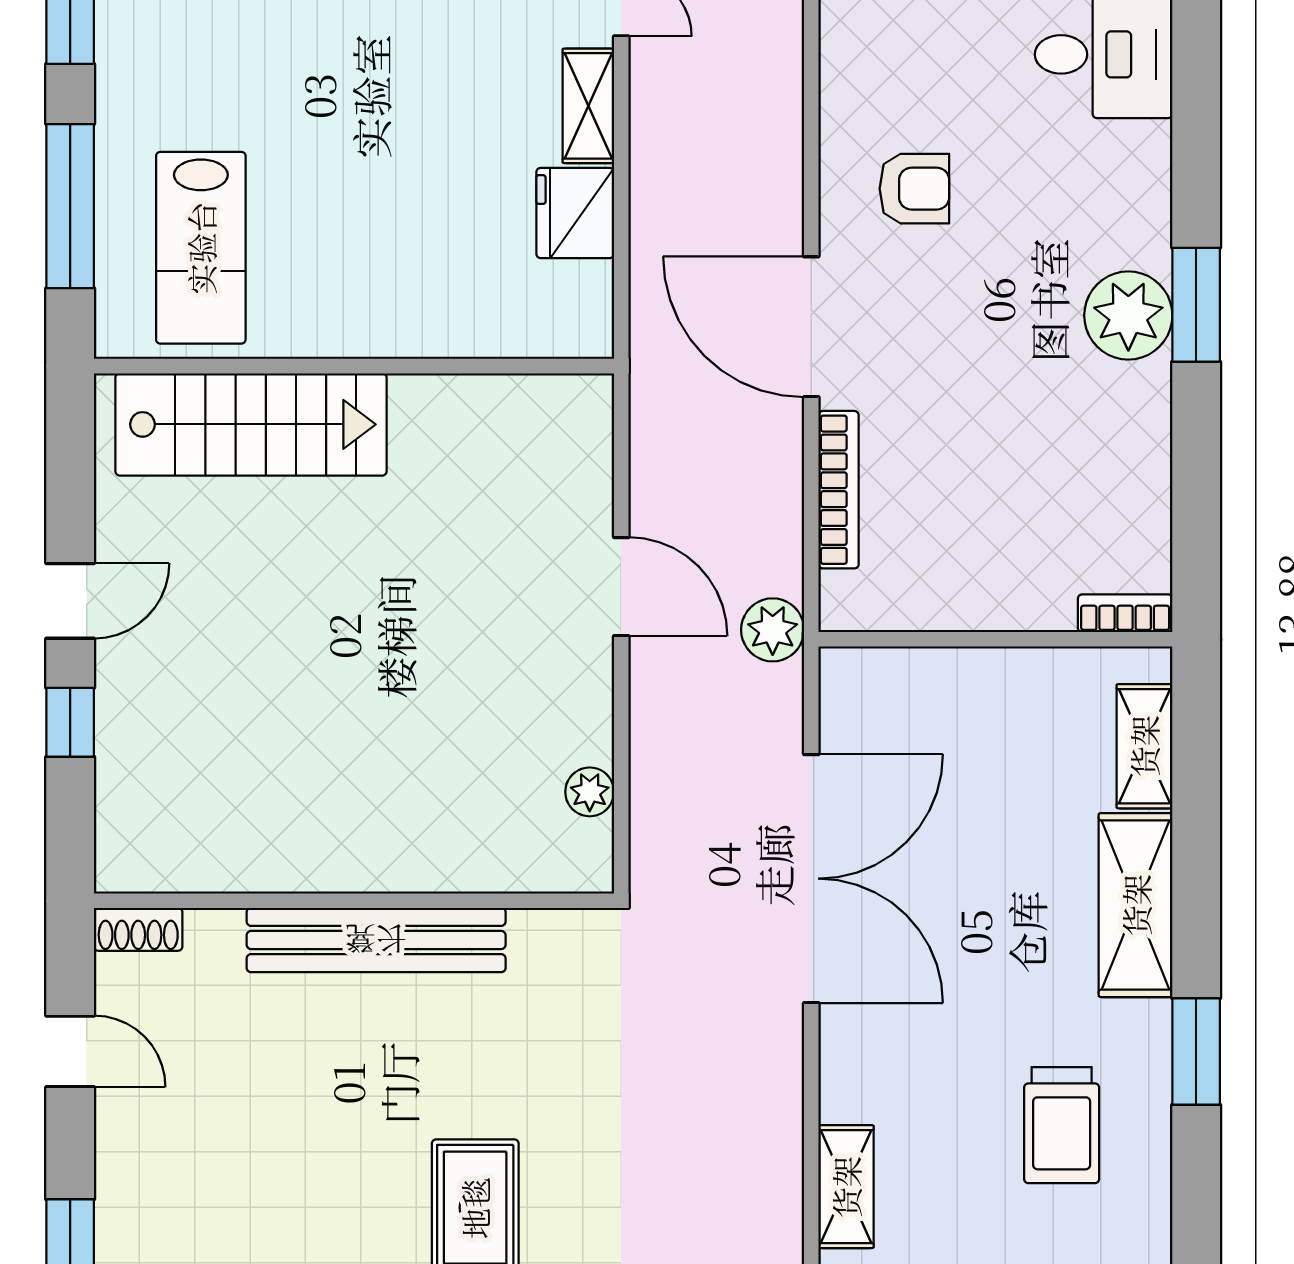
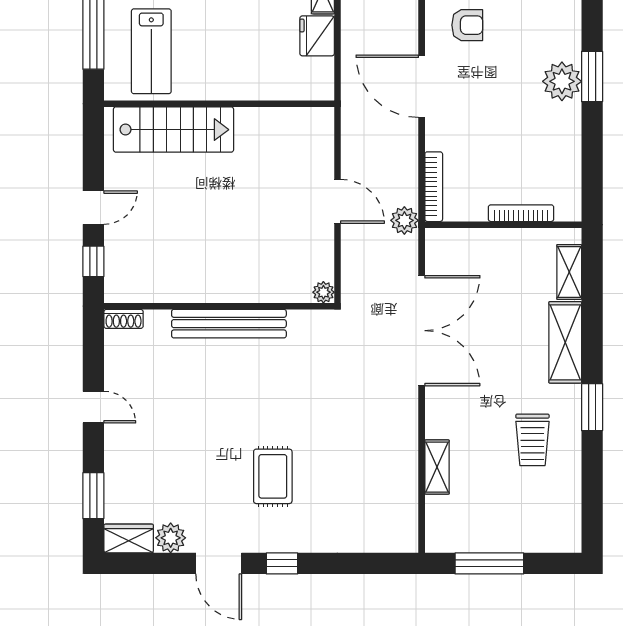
bookcase: (839, 490) -> (434, 187), moved
bookcase: (1125, 613) -> (521, 213), moved, width x1.56
wall: (354, 901) -> (219, 306), moved
shoe rack: (138, 929) -> (124, 319), moved
bench: (376, 940) -> (229, 324), moved

